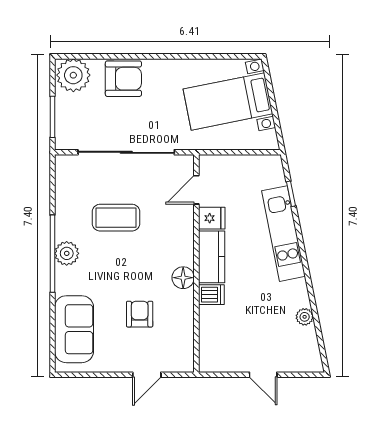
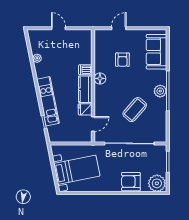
coffee table: (116, 218) -> (135, 110), turned -49

